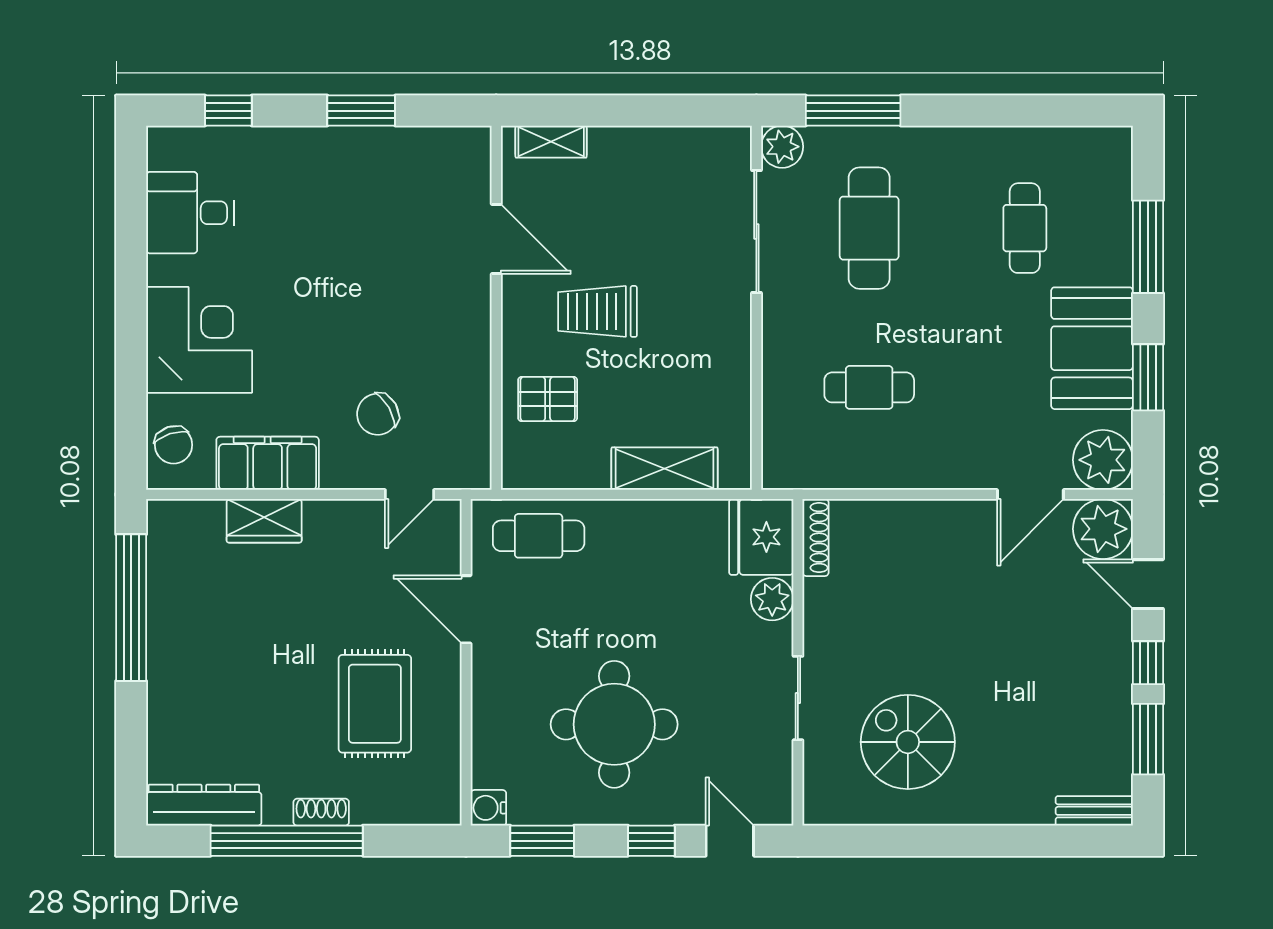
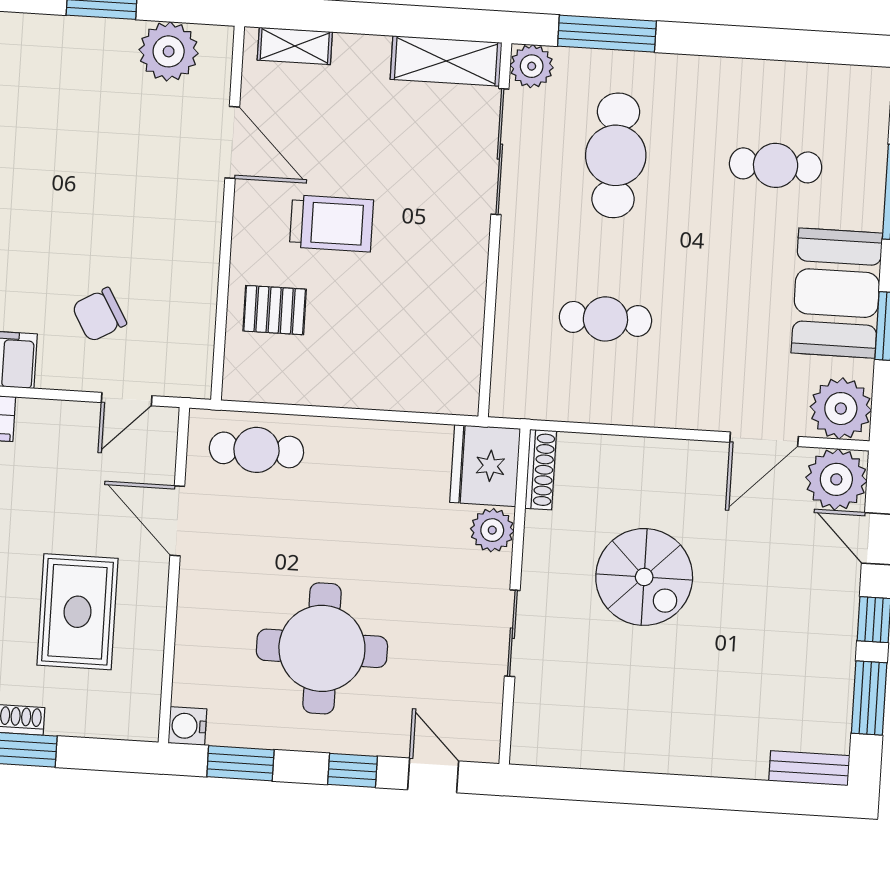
plant: (429, 155) -> (169, 51), added
cafe table: (1025, 228) -> (776, 165), turned 90
trolley: (598, 311) -> (331, 223), turned 180
shelving: (665, 469) -> (446, 61), moved
spiral stairs: (908, 742) -> (644, 577), moved, turned 180

